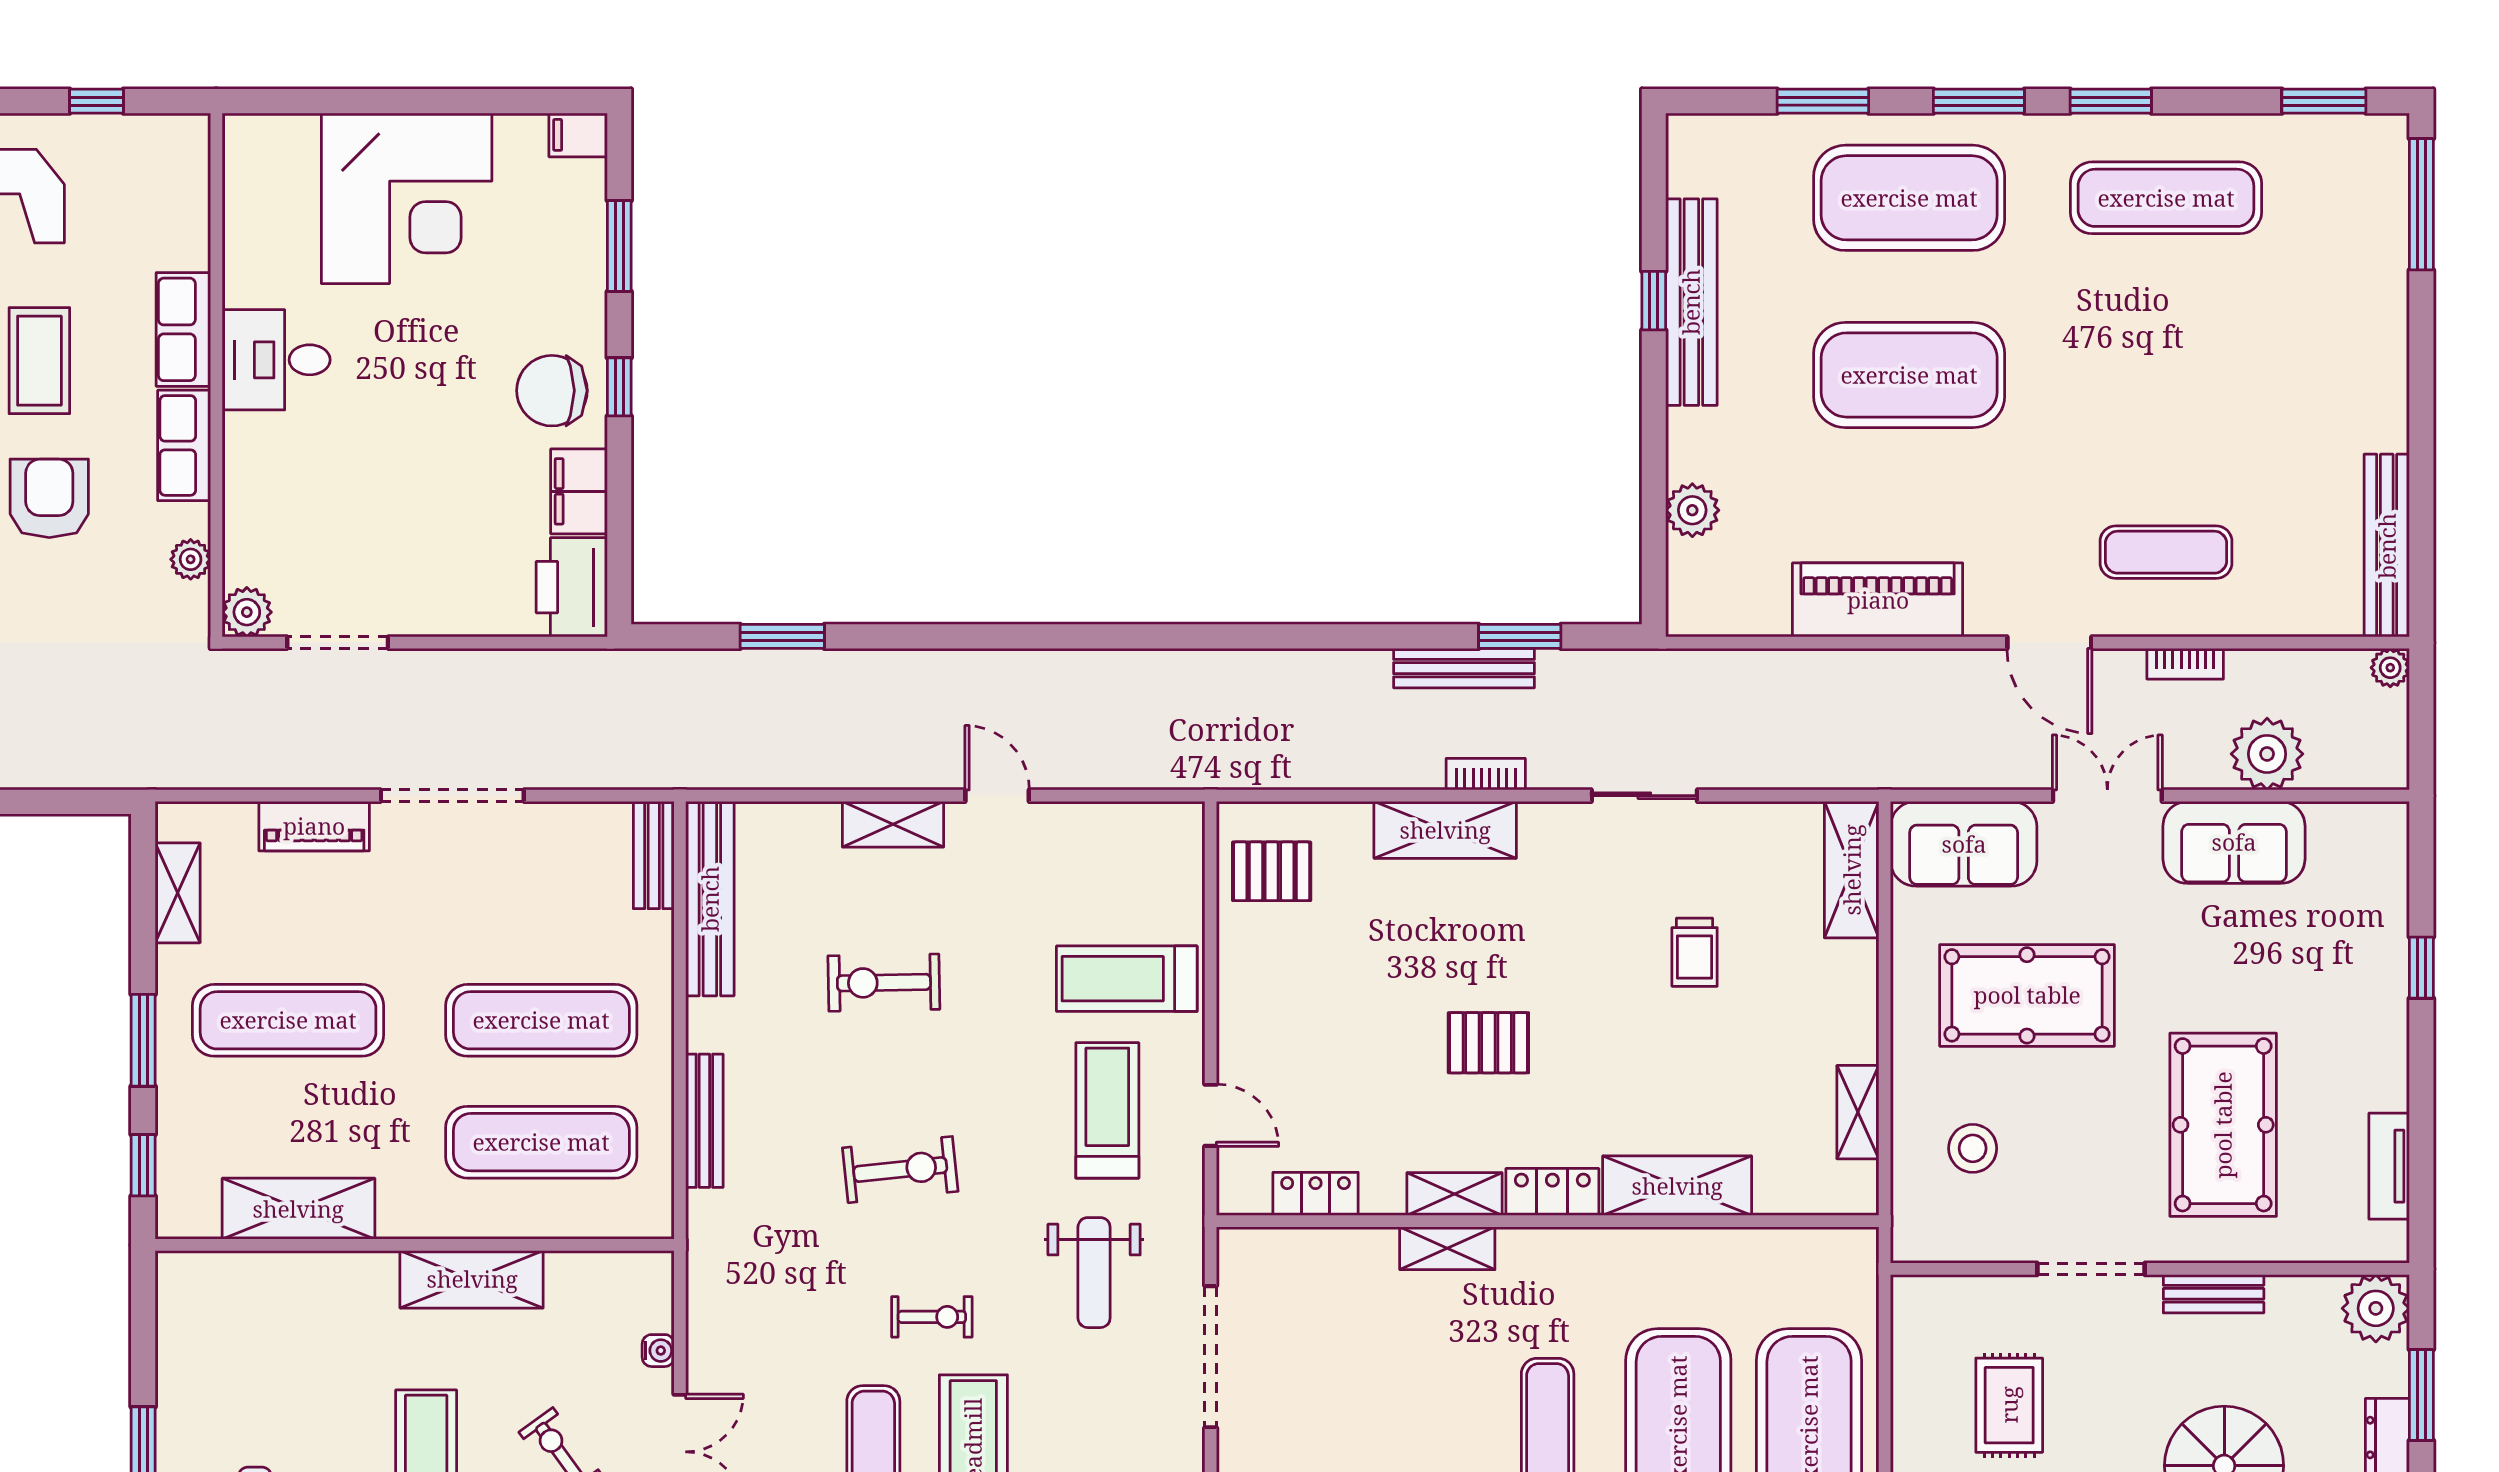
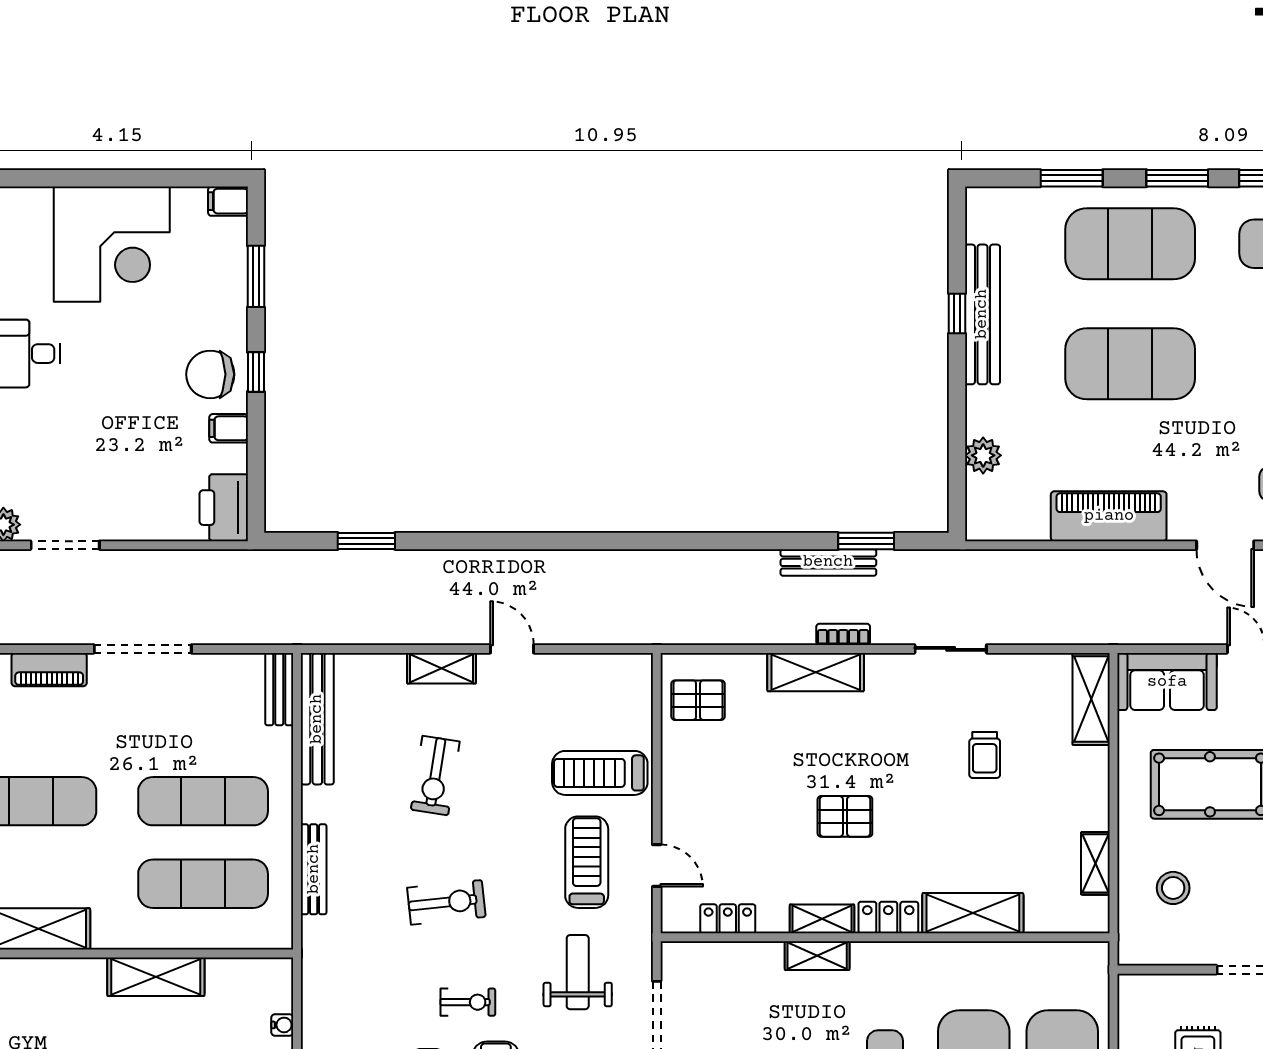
filing cabinet: (579, 491) -> (229, 428), width x0.50
exercise bike: (884, 983) -> (435, 776), turned -80
weight bench: (1094, 1273) -> (578, 972), turned 180

